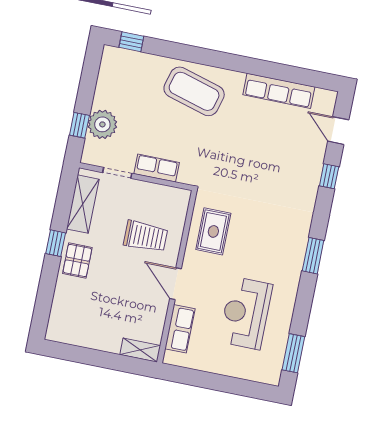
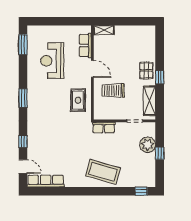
row of seats: (279, 91) -> (46, 181), moved
window: (79, 125) -> (160, 153), moved
row of seats: (157, 168) -> (104, 128), moved
reception desk: (246, 313) -> (52, 61), turned 180

